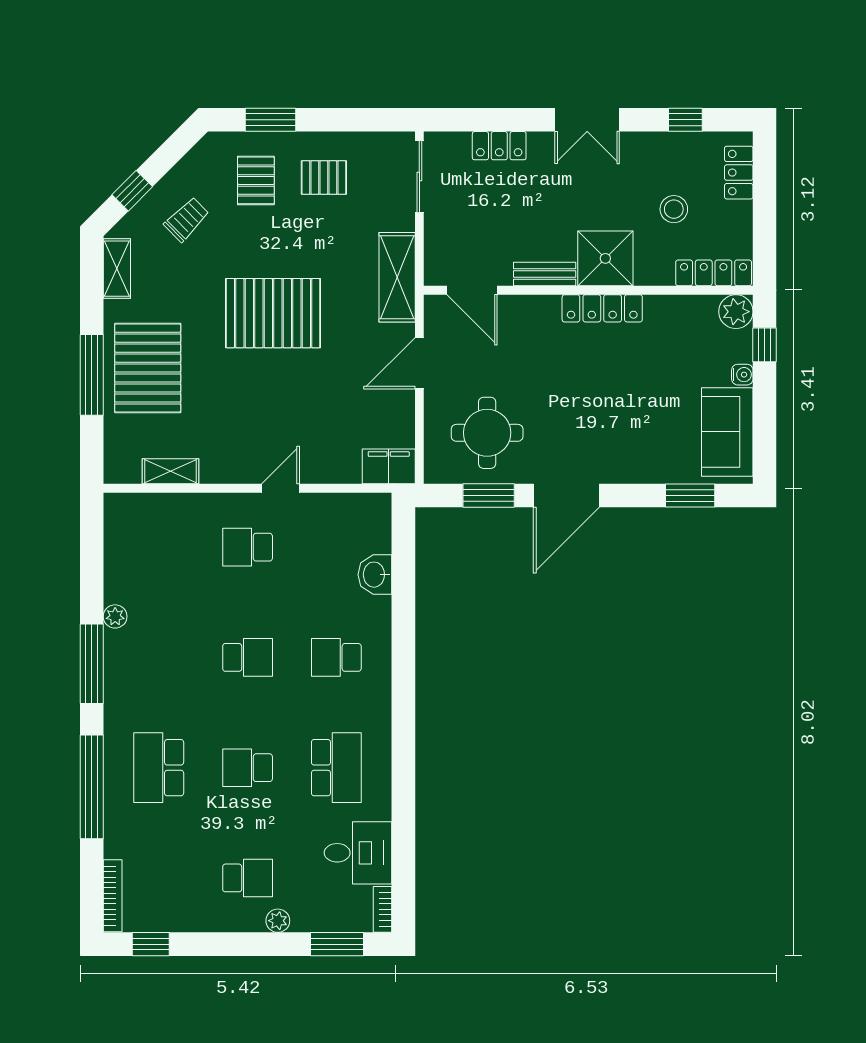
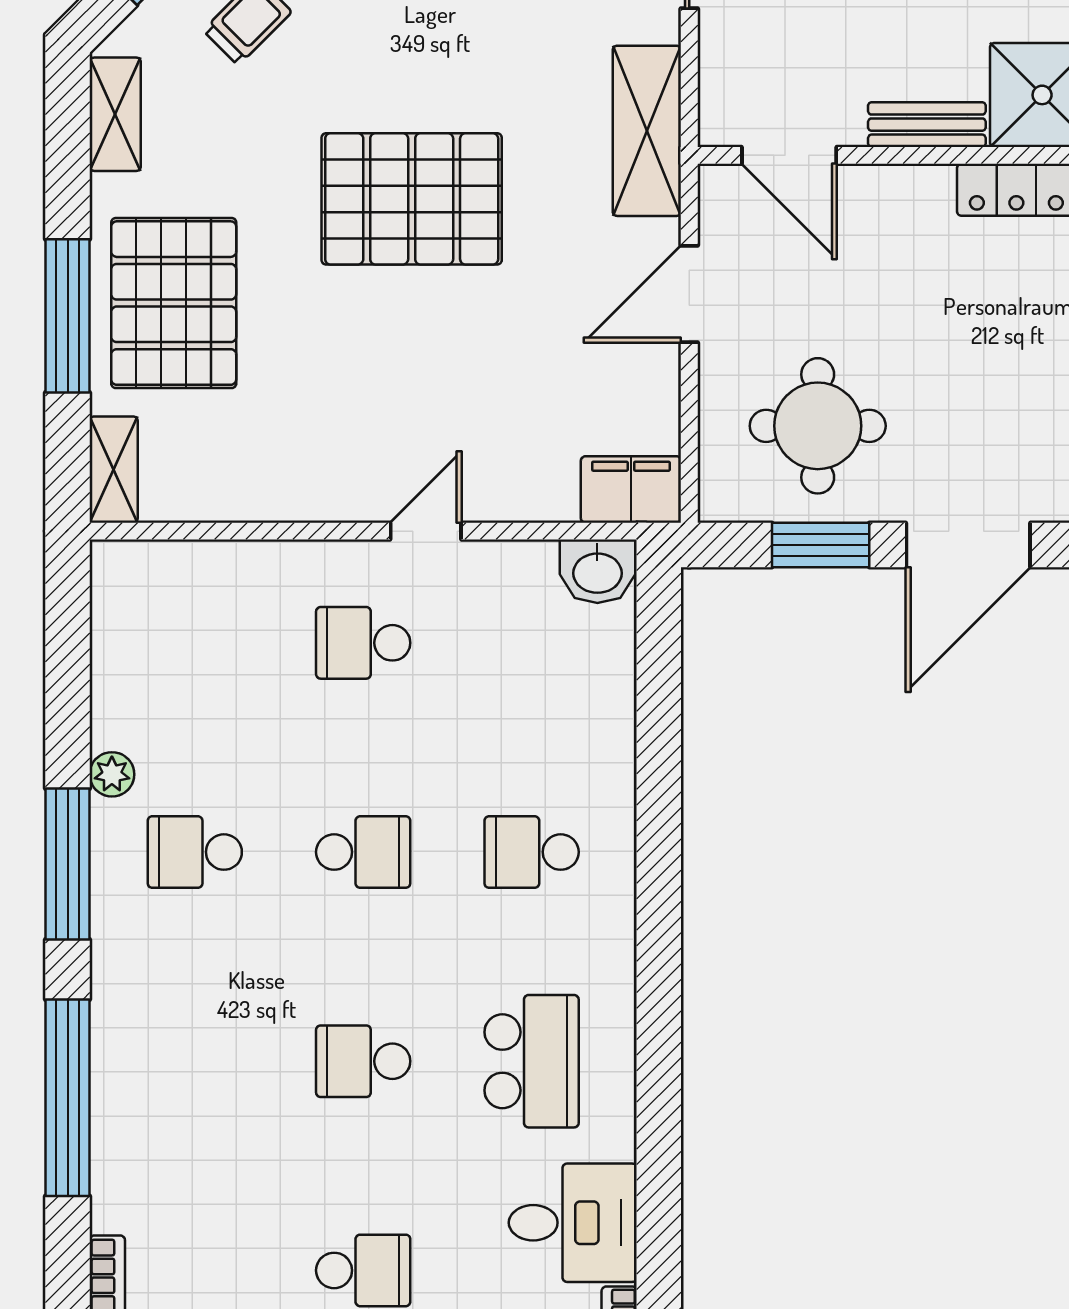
shelving: (170, 471) -> (114, 470), moved, turned 90
washbasin: (375, 575) -> (597, 571), moved, turned -90
school desk: (159, 768) -> (195, 852), moved, width x0.54

